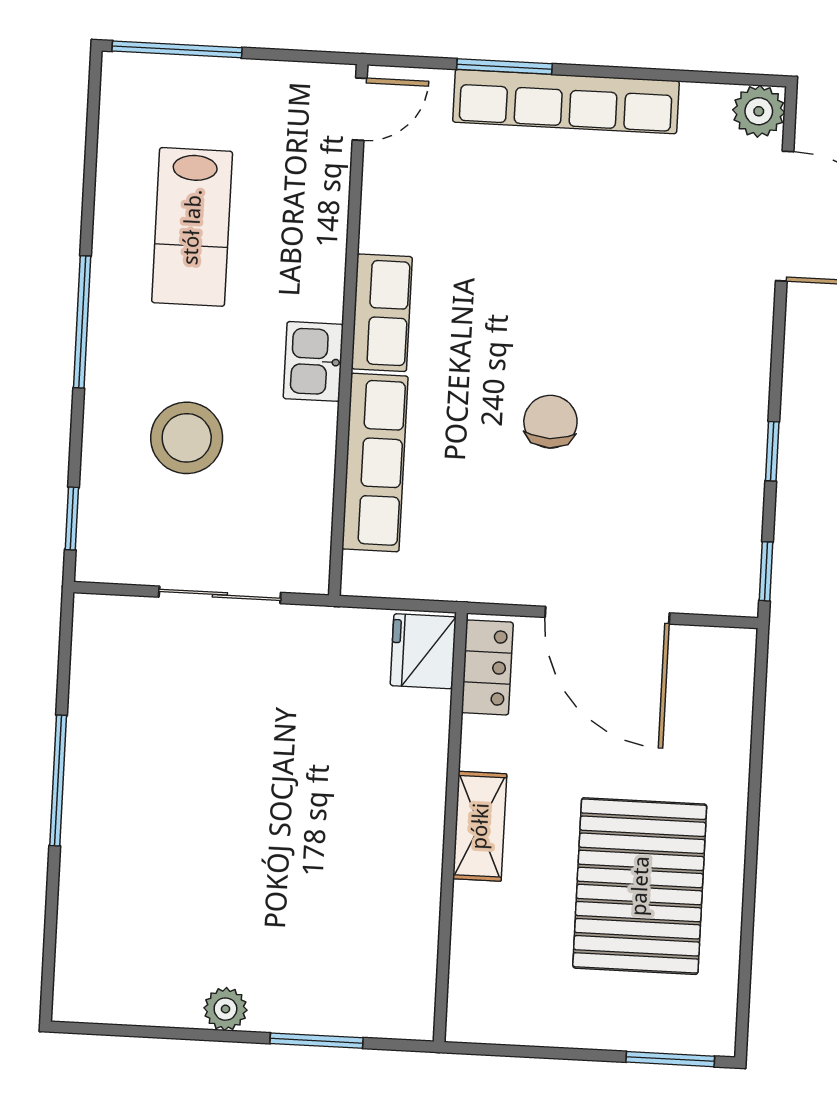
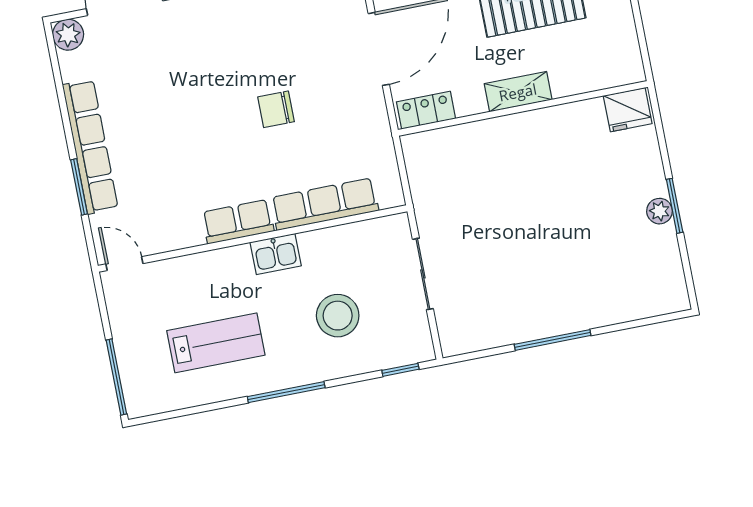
fridge: (423, 651) -> (628, 110), moved
window: (316, 1041) -> (675, 206), moved

